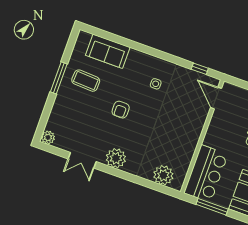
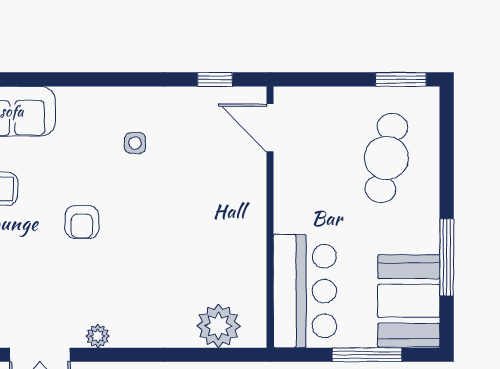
plant: (116, 158) -> (98, 336), width x0.53, depth x0.53
window: (212, 207) -> (367, 355), moved

